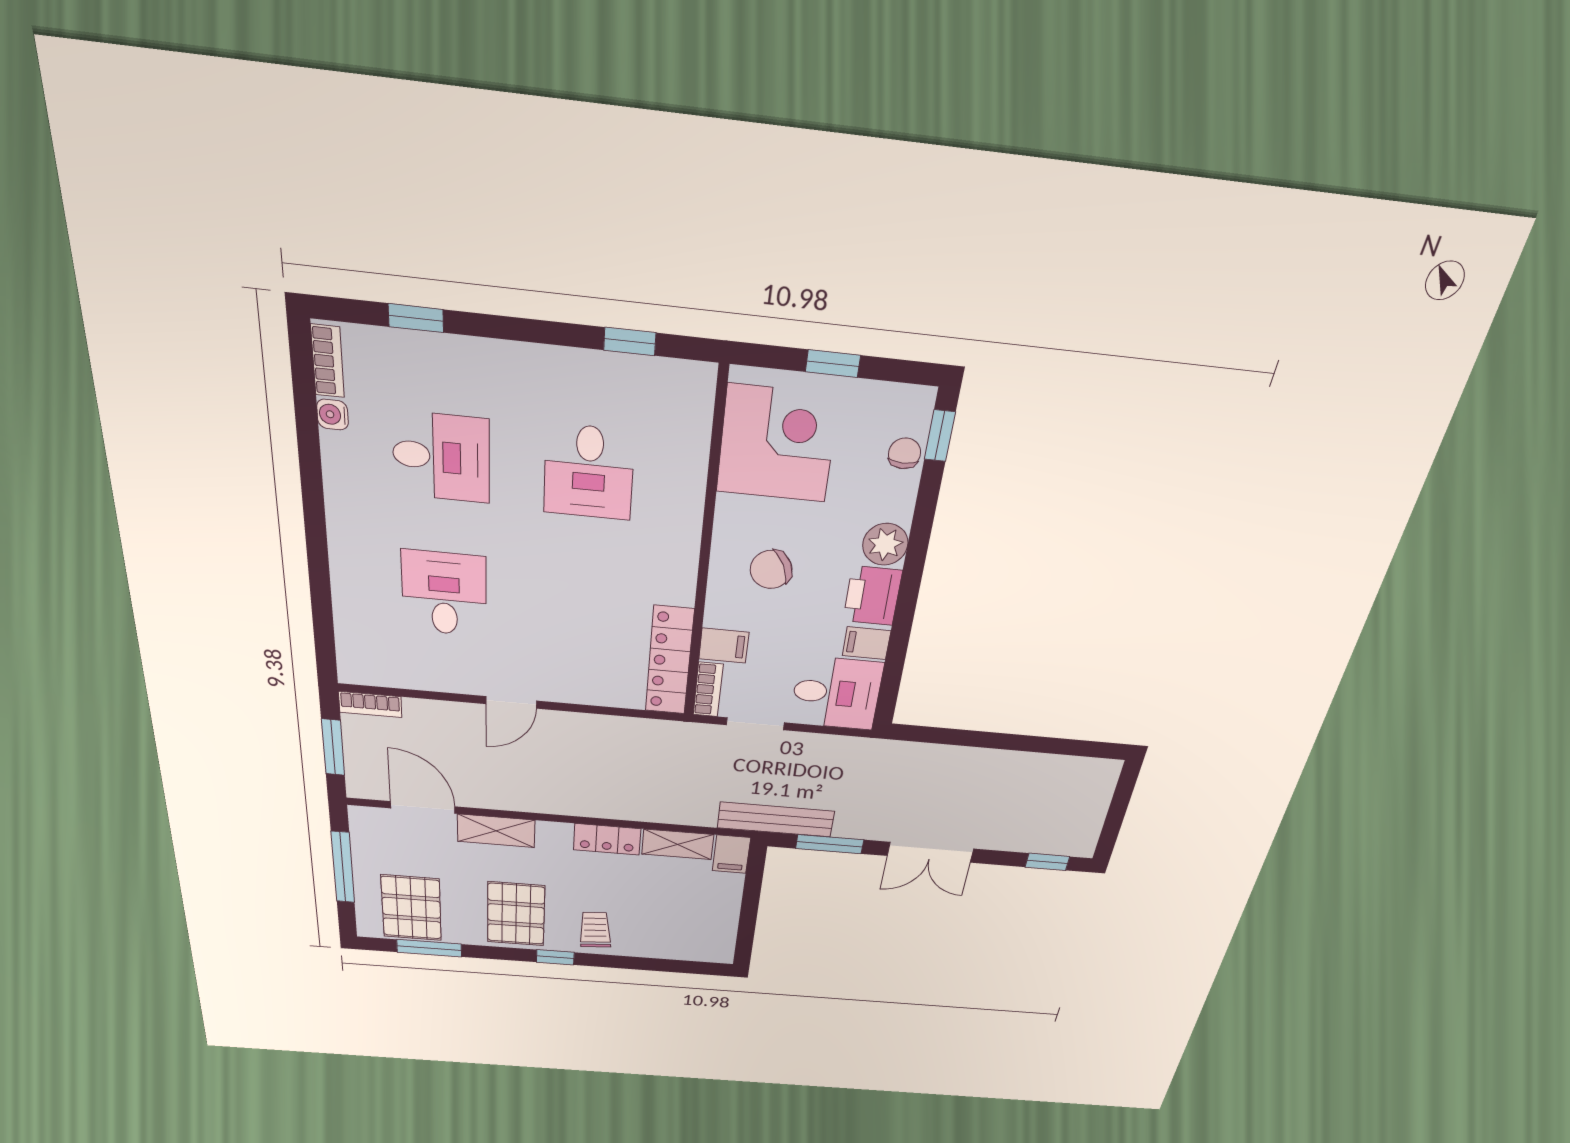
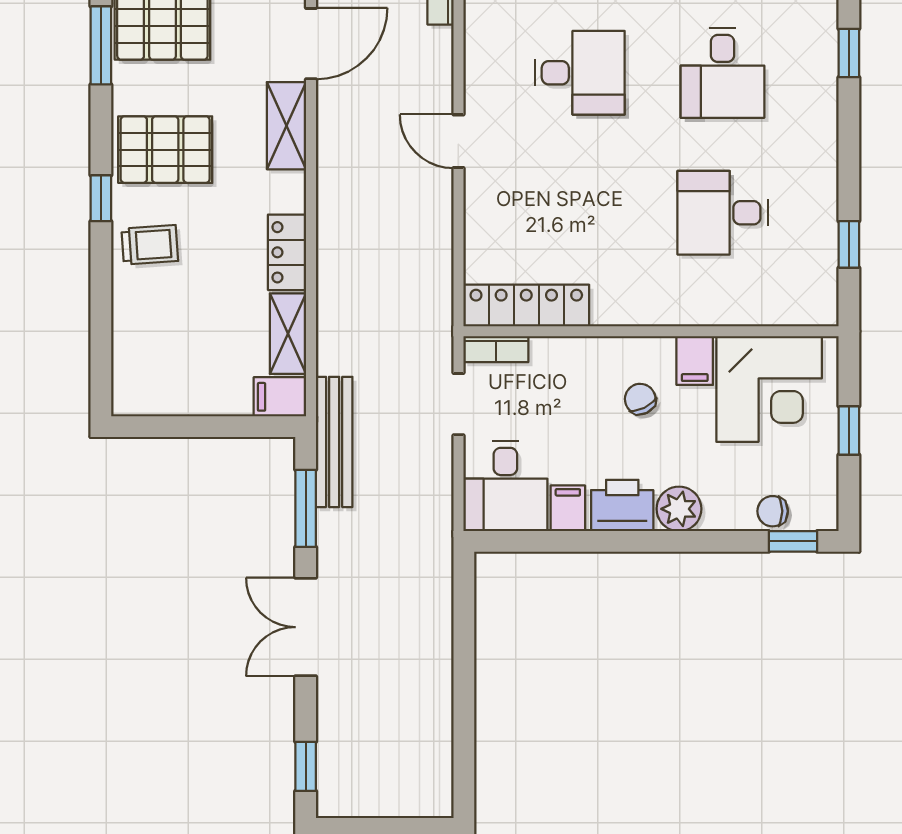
chair: (904, 453) -> (773, 511), turned 180
chair: (771, 569) -> (640, 399), width x0.73, depth x0.73
filing cabinet: (724, 646) -> (695, 361), moved

